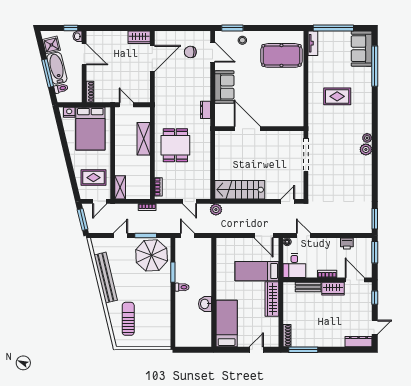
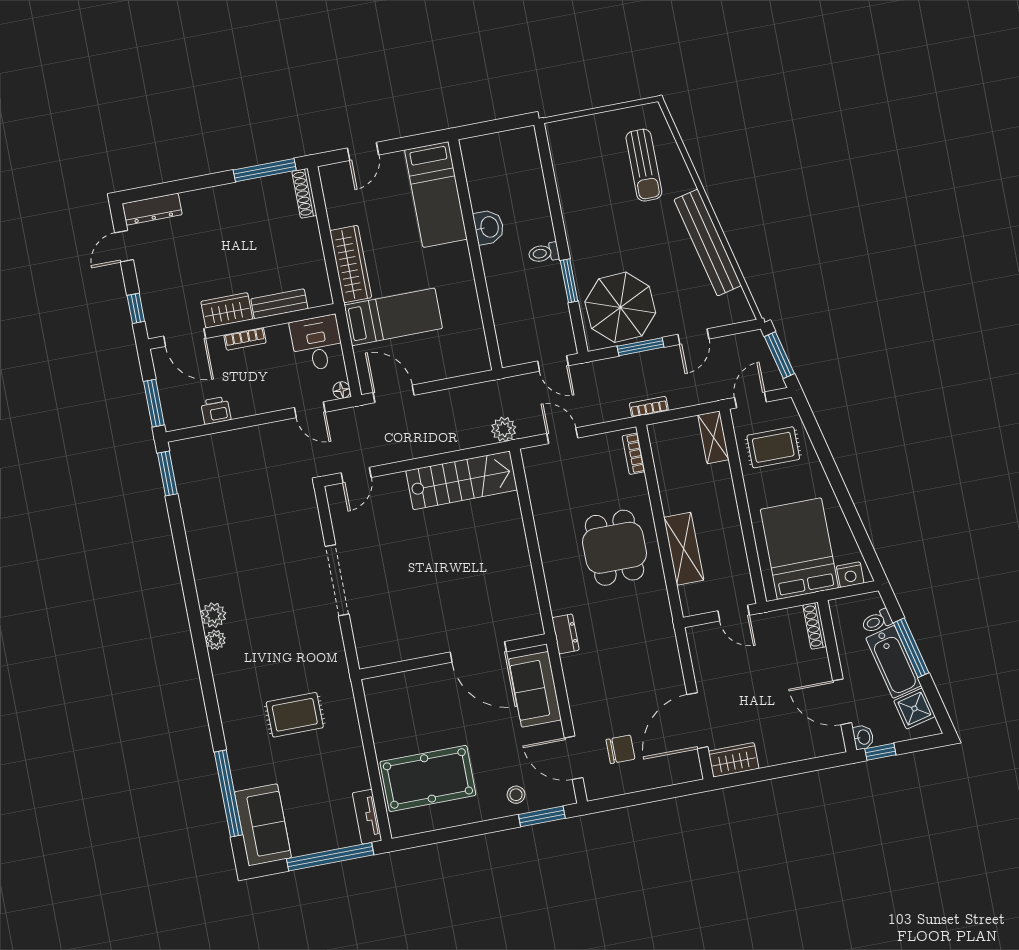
door: (247, 129) -> (478, 652), moved
wall: (259, 129) -> (453, 657), moved

